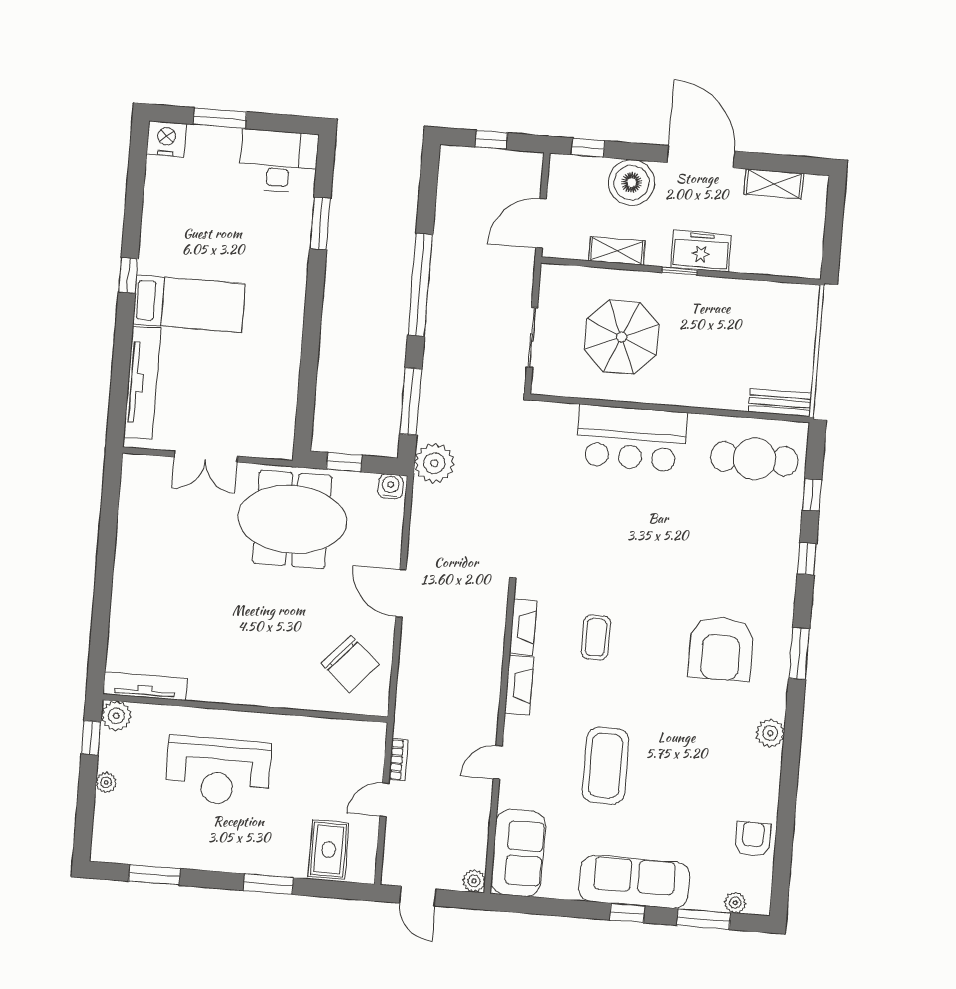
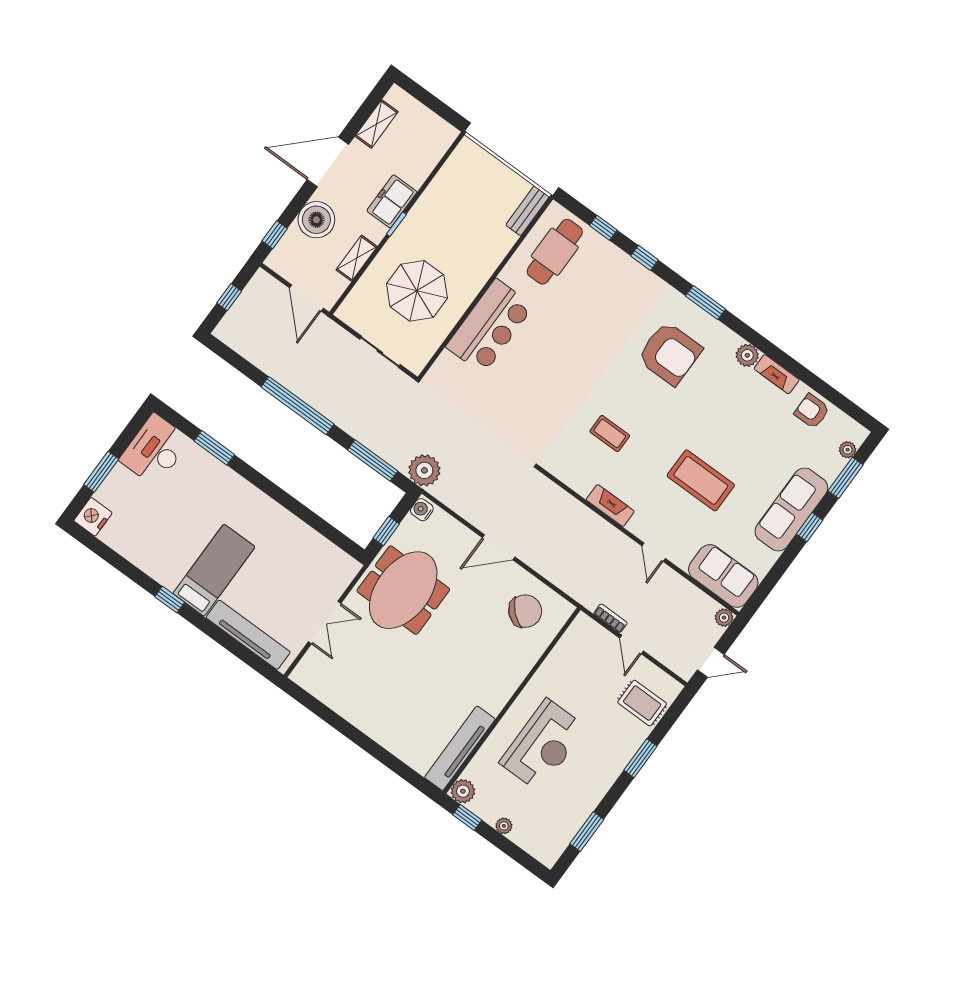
fireplace: (523, 627) -> (777, 374), moved, turned 180
tv unit: (145, 686) -> (460, 748), width x1.36, depth x1.29

